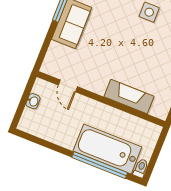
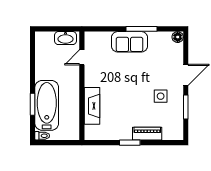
washbasin: (33, 101) -> (66, 38), width x1.91, depth x1.45
window: (100, 165) -> (32, 104), width x0.47

